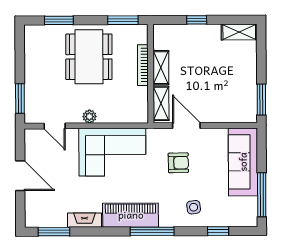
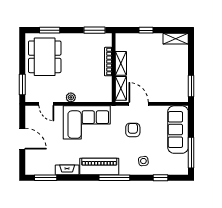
dining table: (89, 57) -> (45, 57), moved
armchair: (178, 163) -> (133, 130), turned -89

